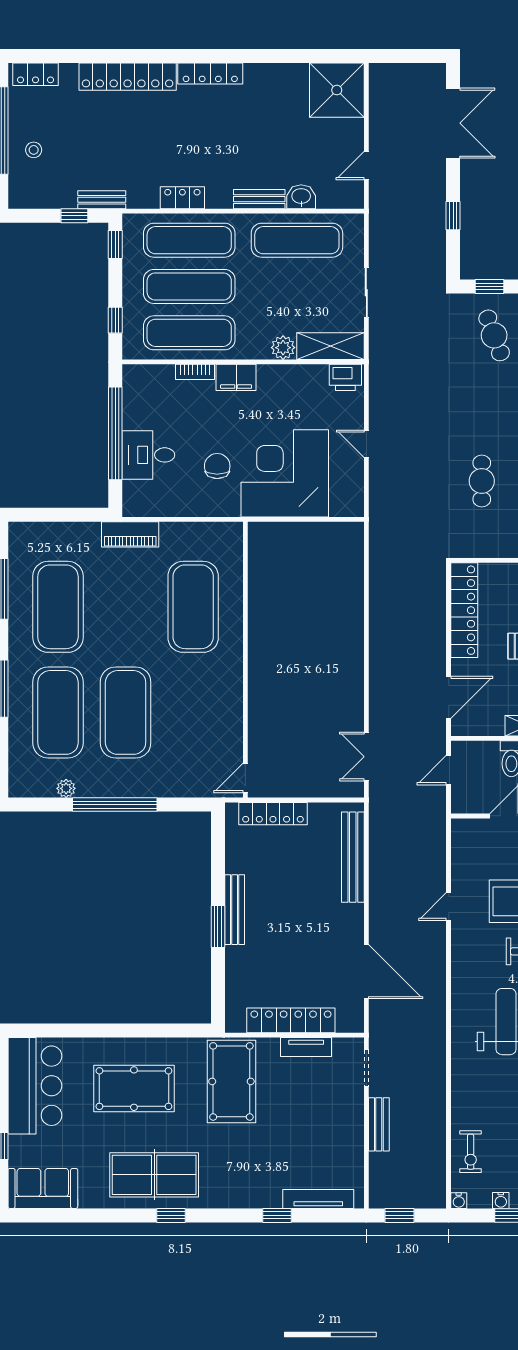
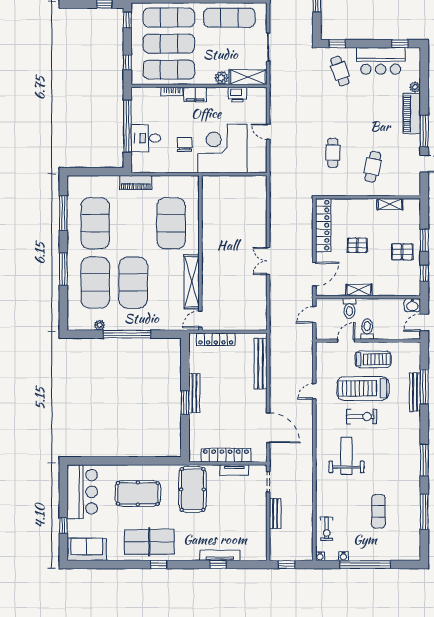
printer: (345, 377) -> (237, 95), moved
shelving: (230, 711) -> (192, 282), added
double door: (366, 757) -> (268, 261), moved
tv unit: (318, 1199) -> (220, 555), moved

